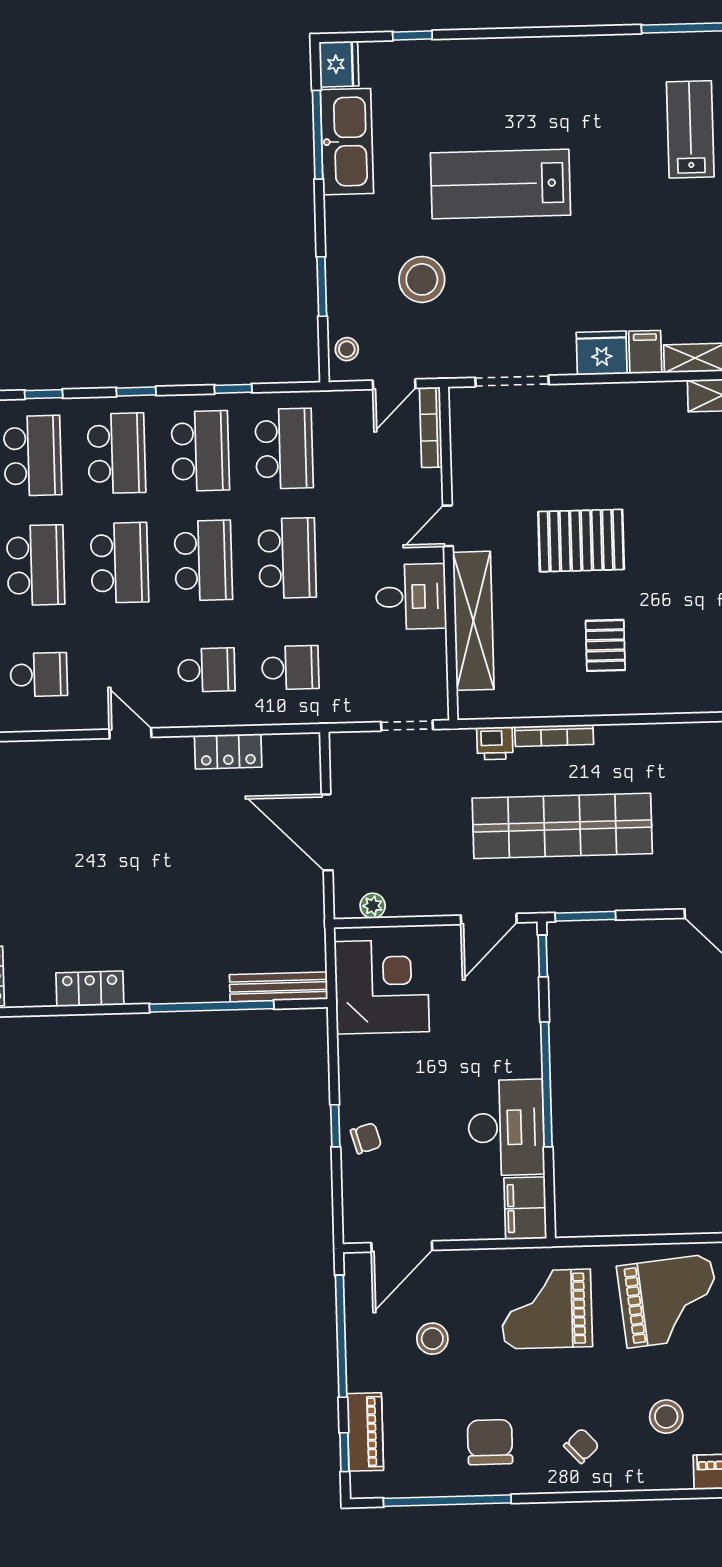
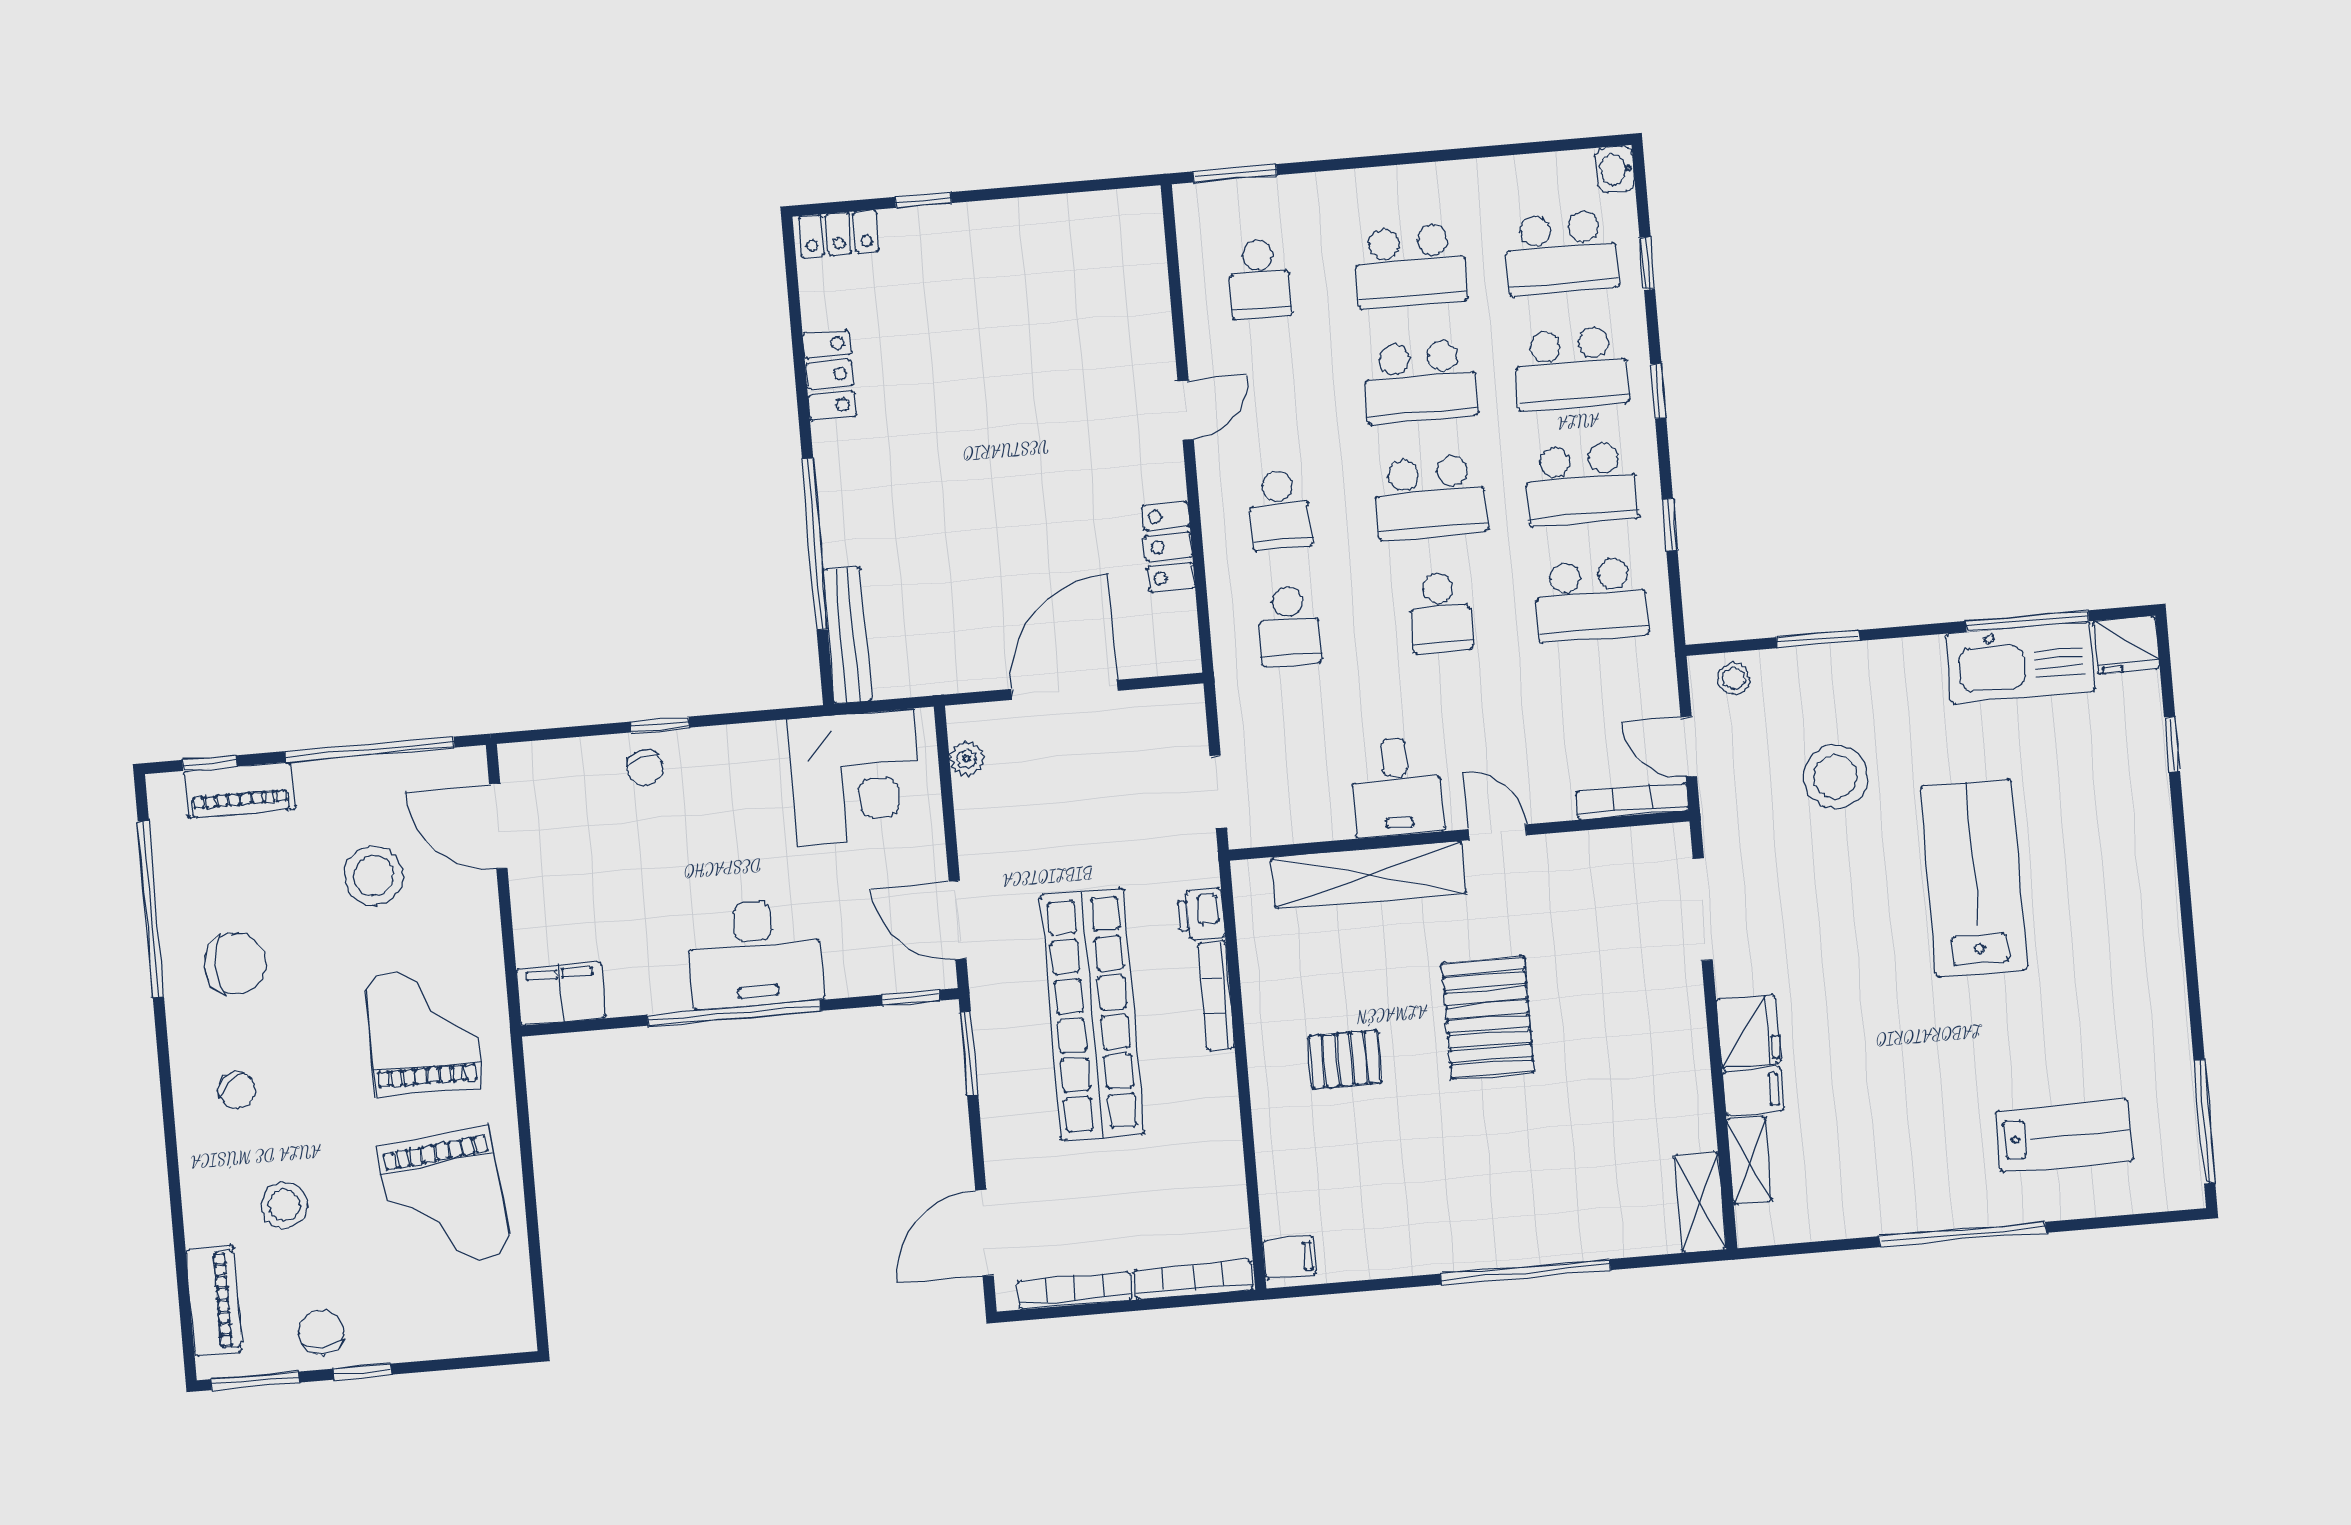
school desk: (287, 558) -> (1440, 613), width x0.54
desk: (506, 1128) -> (755, 953), moved
stool: (432, 1339) -> (374, 876), width x1.38, depth x1.38

